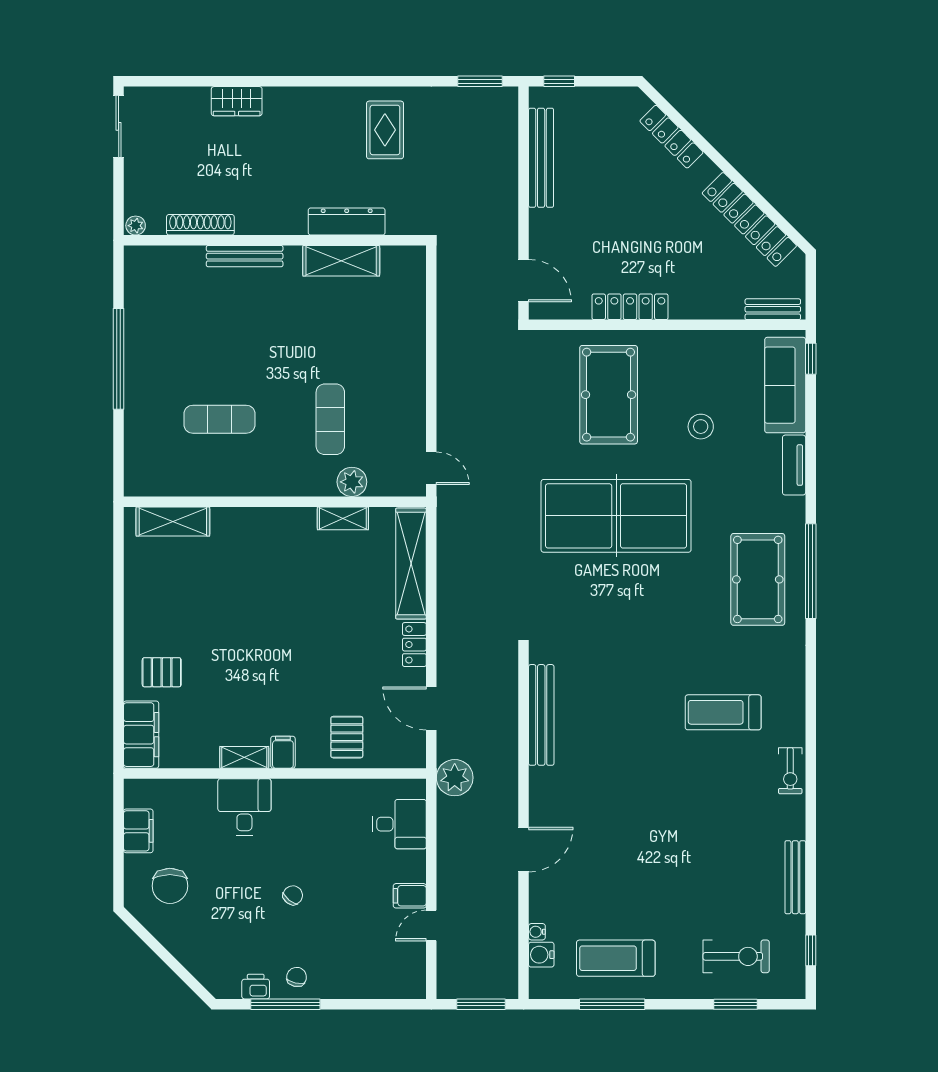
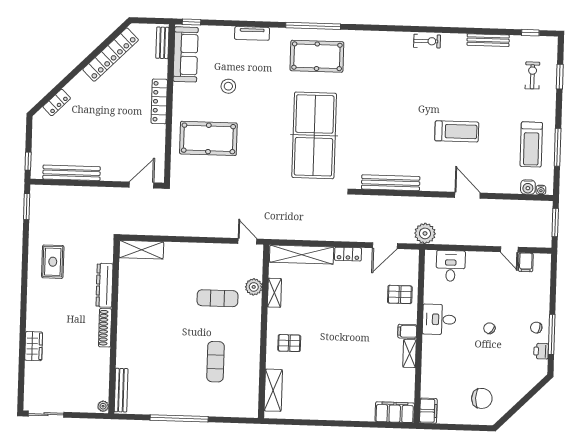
rug: (385, 130) -> (53, 262), turned 90
locker: (671, 137) -> (57, 102), width x0.66
shoe rack: (200, 225) -> (105, 328), moved
bench: (245, 256) -> (121, 390), moved
shelving: (341, 261) -> (141, 250), moved, turned 90
locker: (630, 307) -> (159, 101), moved
sofa: (785, 385) -> (186, 54), moved, turned -90
door: (431, 468) -> (247, 241), hinge flipped
table tennis table: (616, 516) -> (314, 135), moved
pallet: (162, 672) -> (289, 343), moved, turned 90
treadmill: (723, 712) -> (457, 131), moved, turned -90
desk: (244, 807) -> (439, 319), moved
filing cabinet: (138, 831) -> (428, 411), moved, turned 90
filing cabinet: (410, 896) -> (526, 262), moved
water cooler: (537, 932) -> (541, 190), moved
exercise bike: (736, 956) -> (532, 75), width x0.73, depth x0.72

